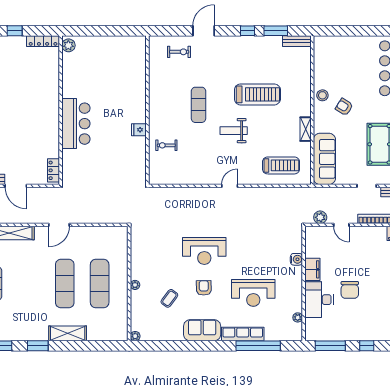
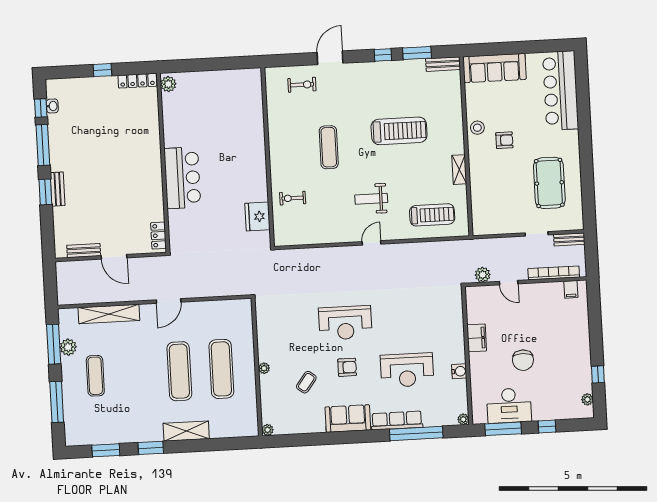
armchair: (344, 107) -> (504, 140), turned 148
fridge: (139, 130) -> (257, 217), moved, width x1.88, depth x1.34
weight bench: (234, 131) -> (371, 199), moved
sofa: (324, 159) -> (494, 68), moved, turned 90
water cooler: (296, 259) -> (459, 371), moved
armchair: (204, 288) -> (347, 367), turned 91
desk: (319, 300) -> (509, 406), moved, turned -90
plant: (298, 317) -> (463, 419), moved

